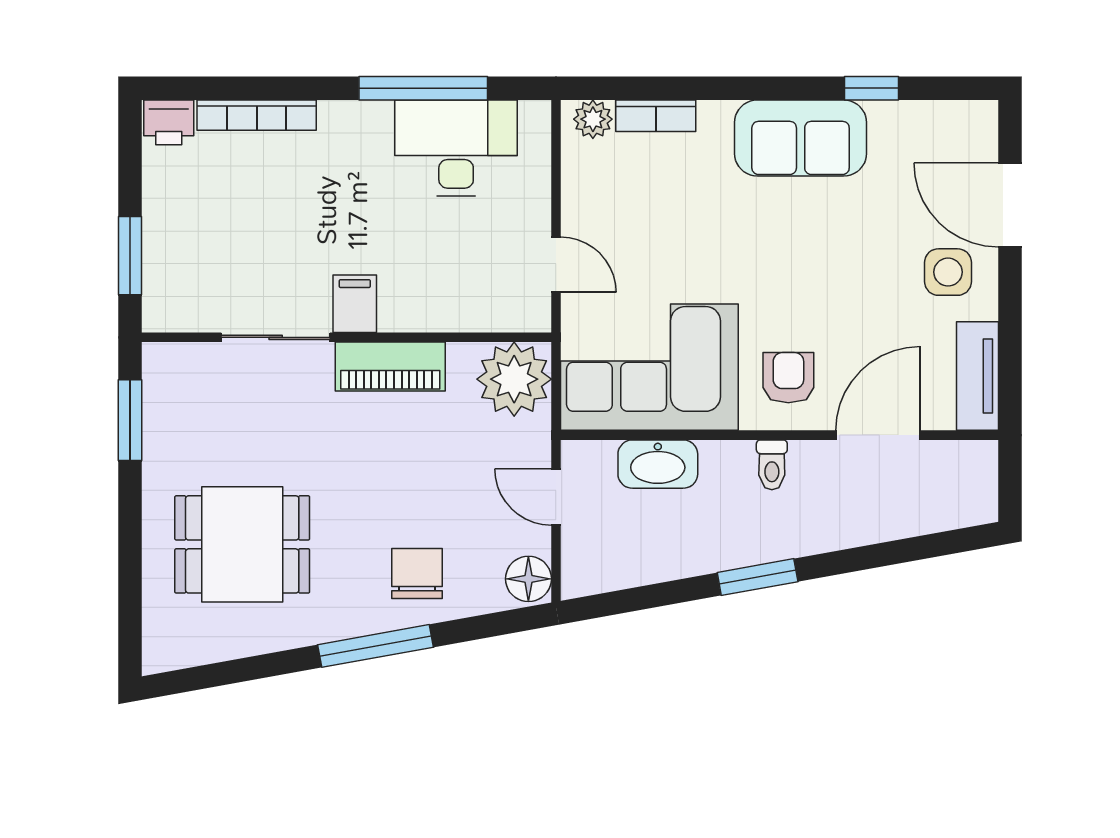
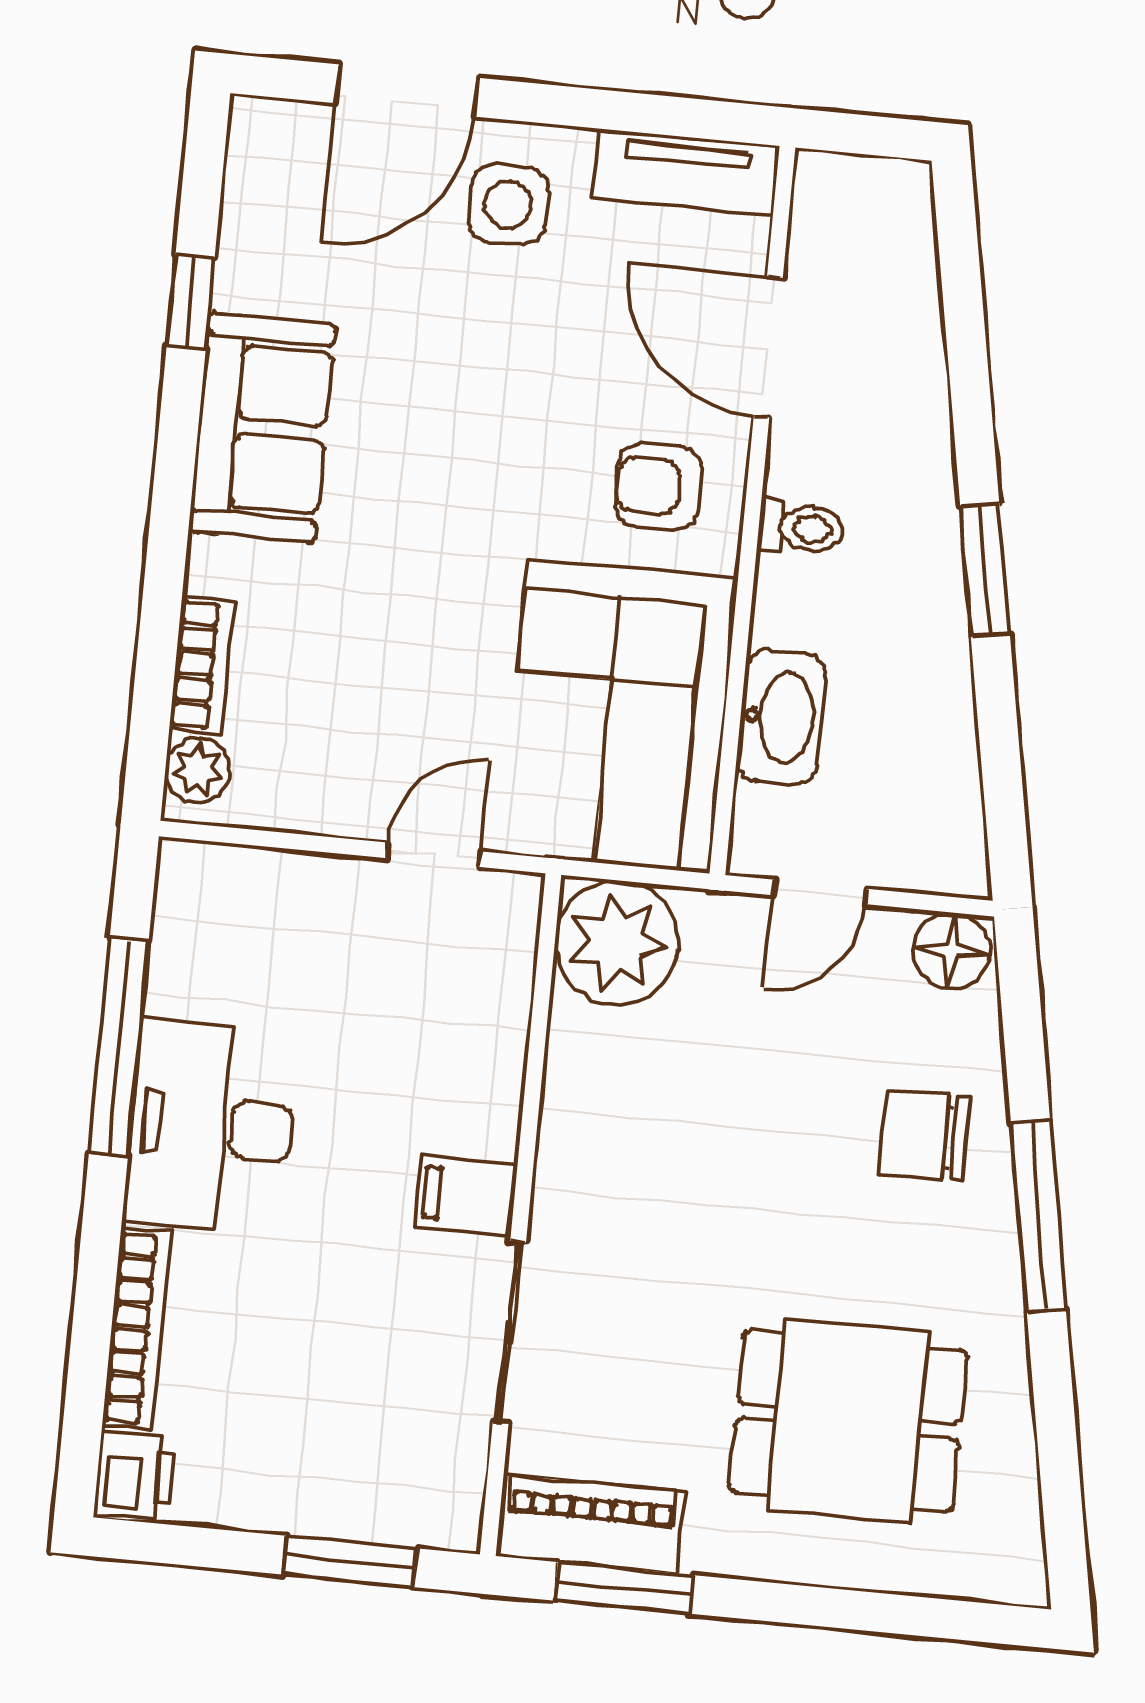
desk: (456, 148) -> (211, 1127), moved
piano: (390, 367) -> (591, 1524), moved, turned -90
dining table: (242, 544) -> (848, 1421), turned 90

